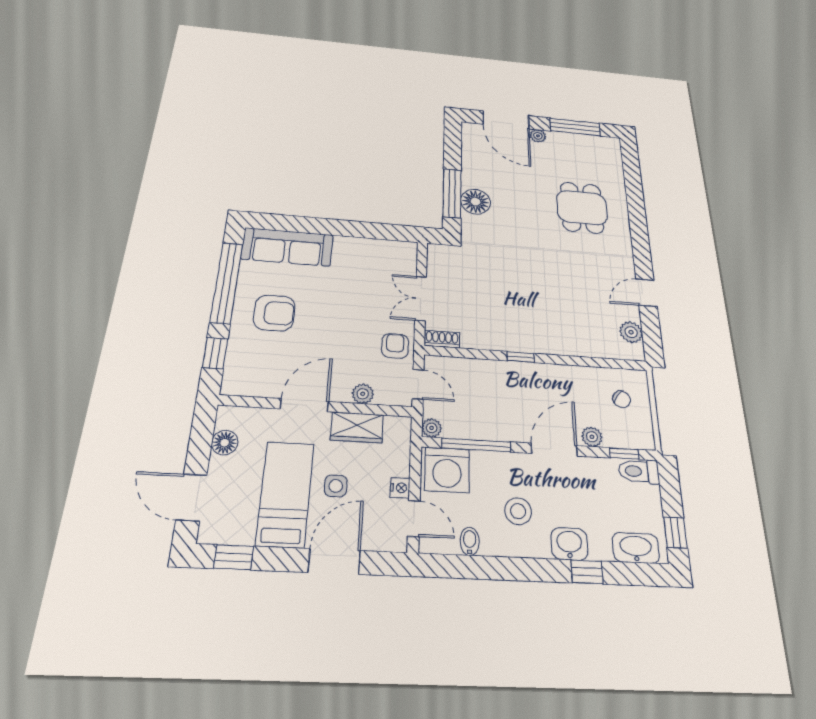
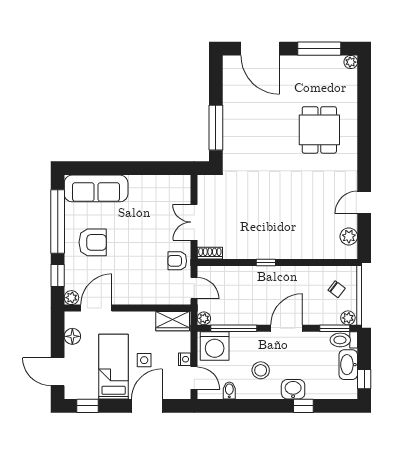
plant: (538, 136) -> (351, 62), moved
floor lamp: (476, 202) -> (234, 134), removed
armchair: (395, 346) -> (177, 261), turned -90
plant: (363, 394) -> (71, 298), moved
door: (304, 405) -> (96, 308), moved
wardrobe: (357, 427) -> (173, 321), moved
plant: (592, 437) -> (348, 318), moved
window: (624, 454) -> (335, 328), width x1.50
washbasin: (636, 548) -> (348, 365), moved, turned -90

